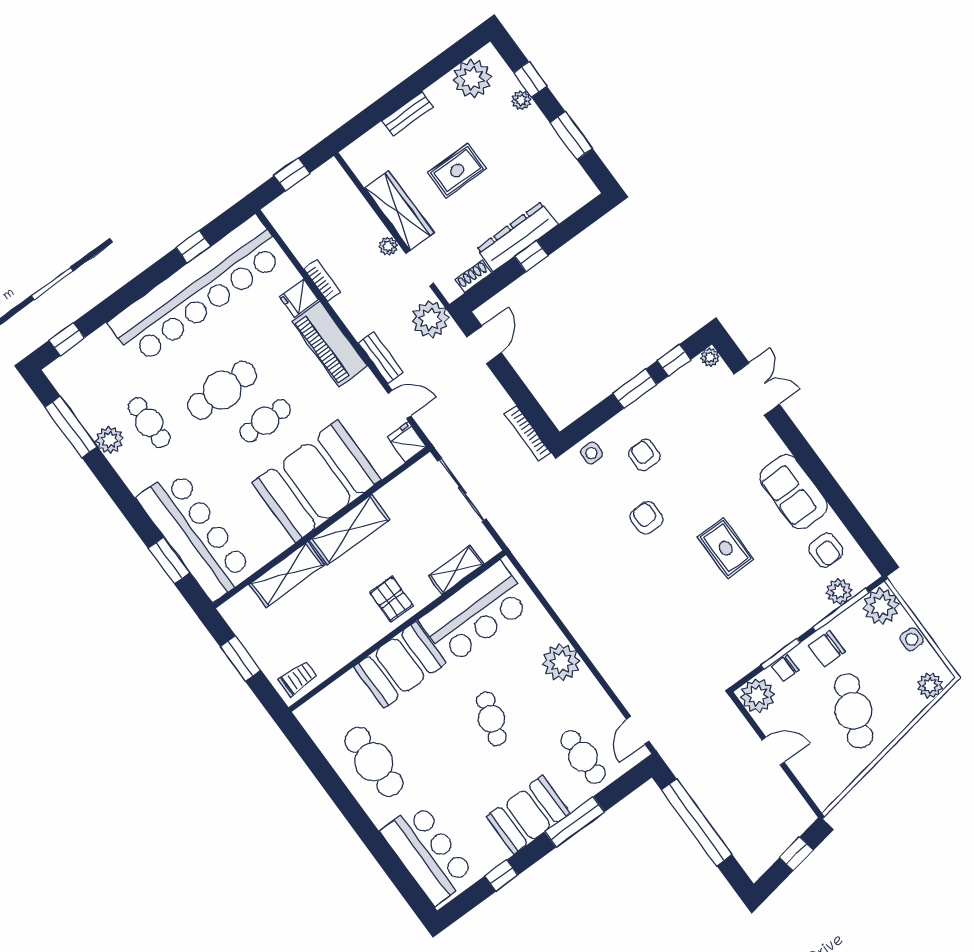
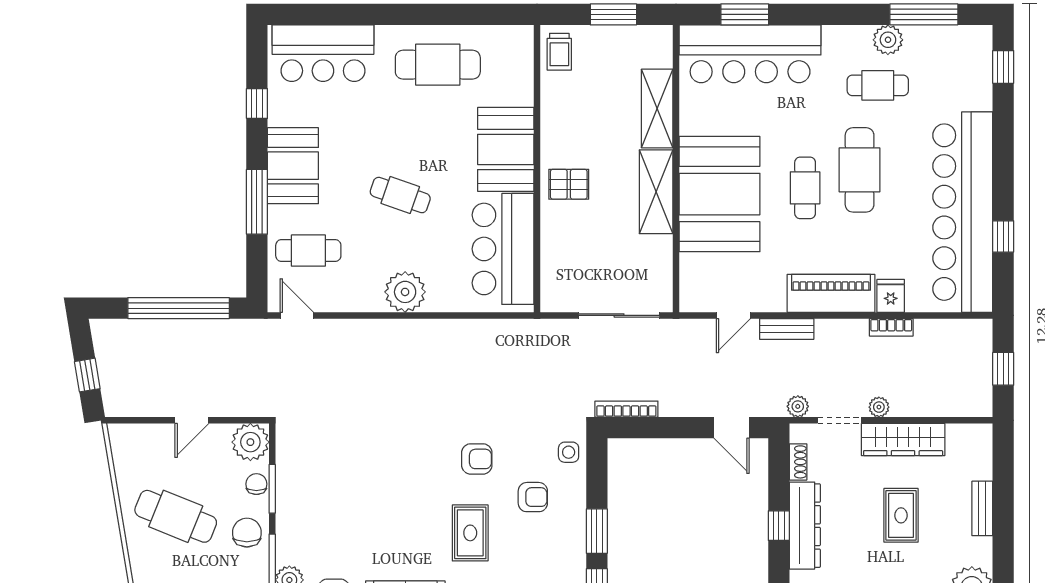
plant: (430, 319) -> (798, 406), width x0.53, depth x0.53
fridge: (407, 442) -> (696, 298), removed
rug: (726, 548) -> (470, 533), moved, turned 90
shelving: (456, 570) -> (553, 259), removed

